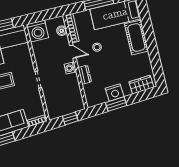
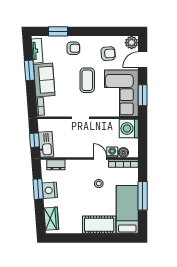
door: (73, 52) -> (100, 159), swing flipped
washing machine: (70, 68) -> (112, 152), moved
dresser: (85, 75) -> (56, 165), moved
kitchen sink: (71, 107) -> (46, 144), added

